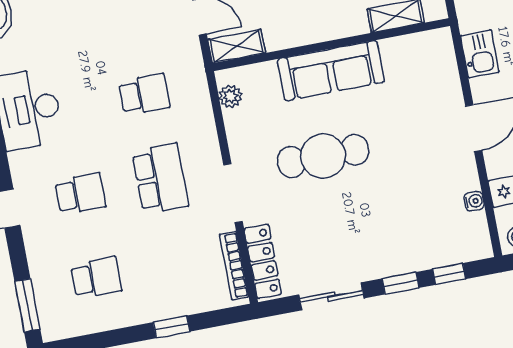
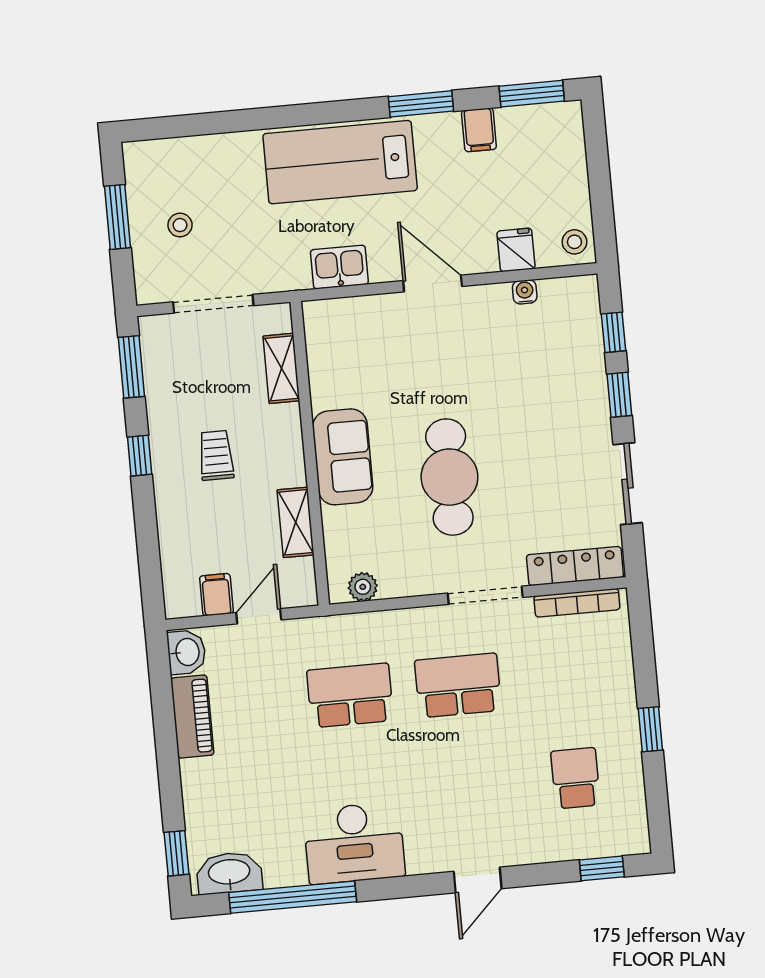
shelving: (237, 46) -> (296, 522), moved
sofa: (331, 71) -> (343, 457), width x0.73
school desk: (144, 95) -> (350, 695), width x1.85
school desk: (80, 194) -> (468, 788), removed
window: (27, 305) -> (602, 868), width x0.67
window: (172, 327) -> (650, 729), moved

